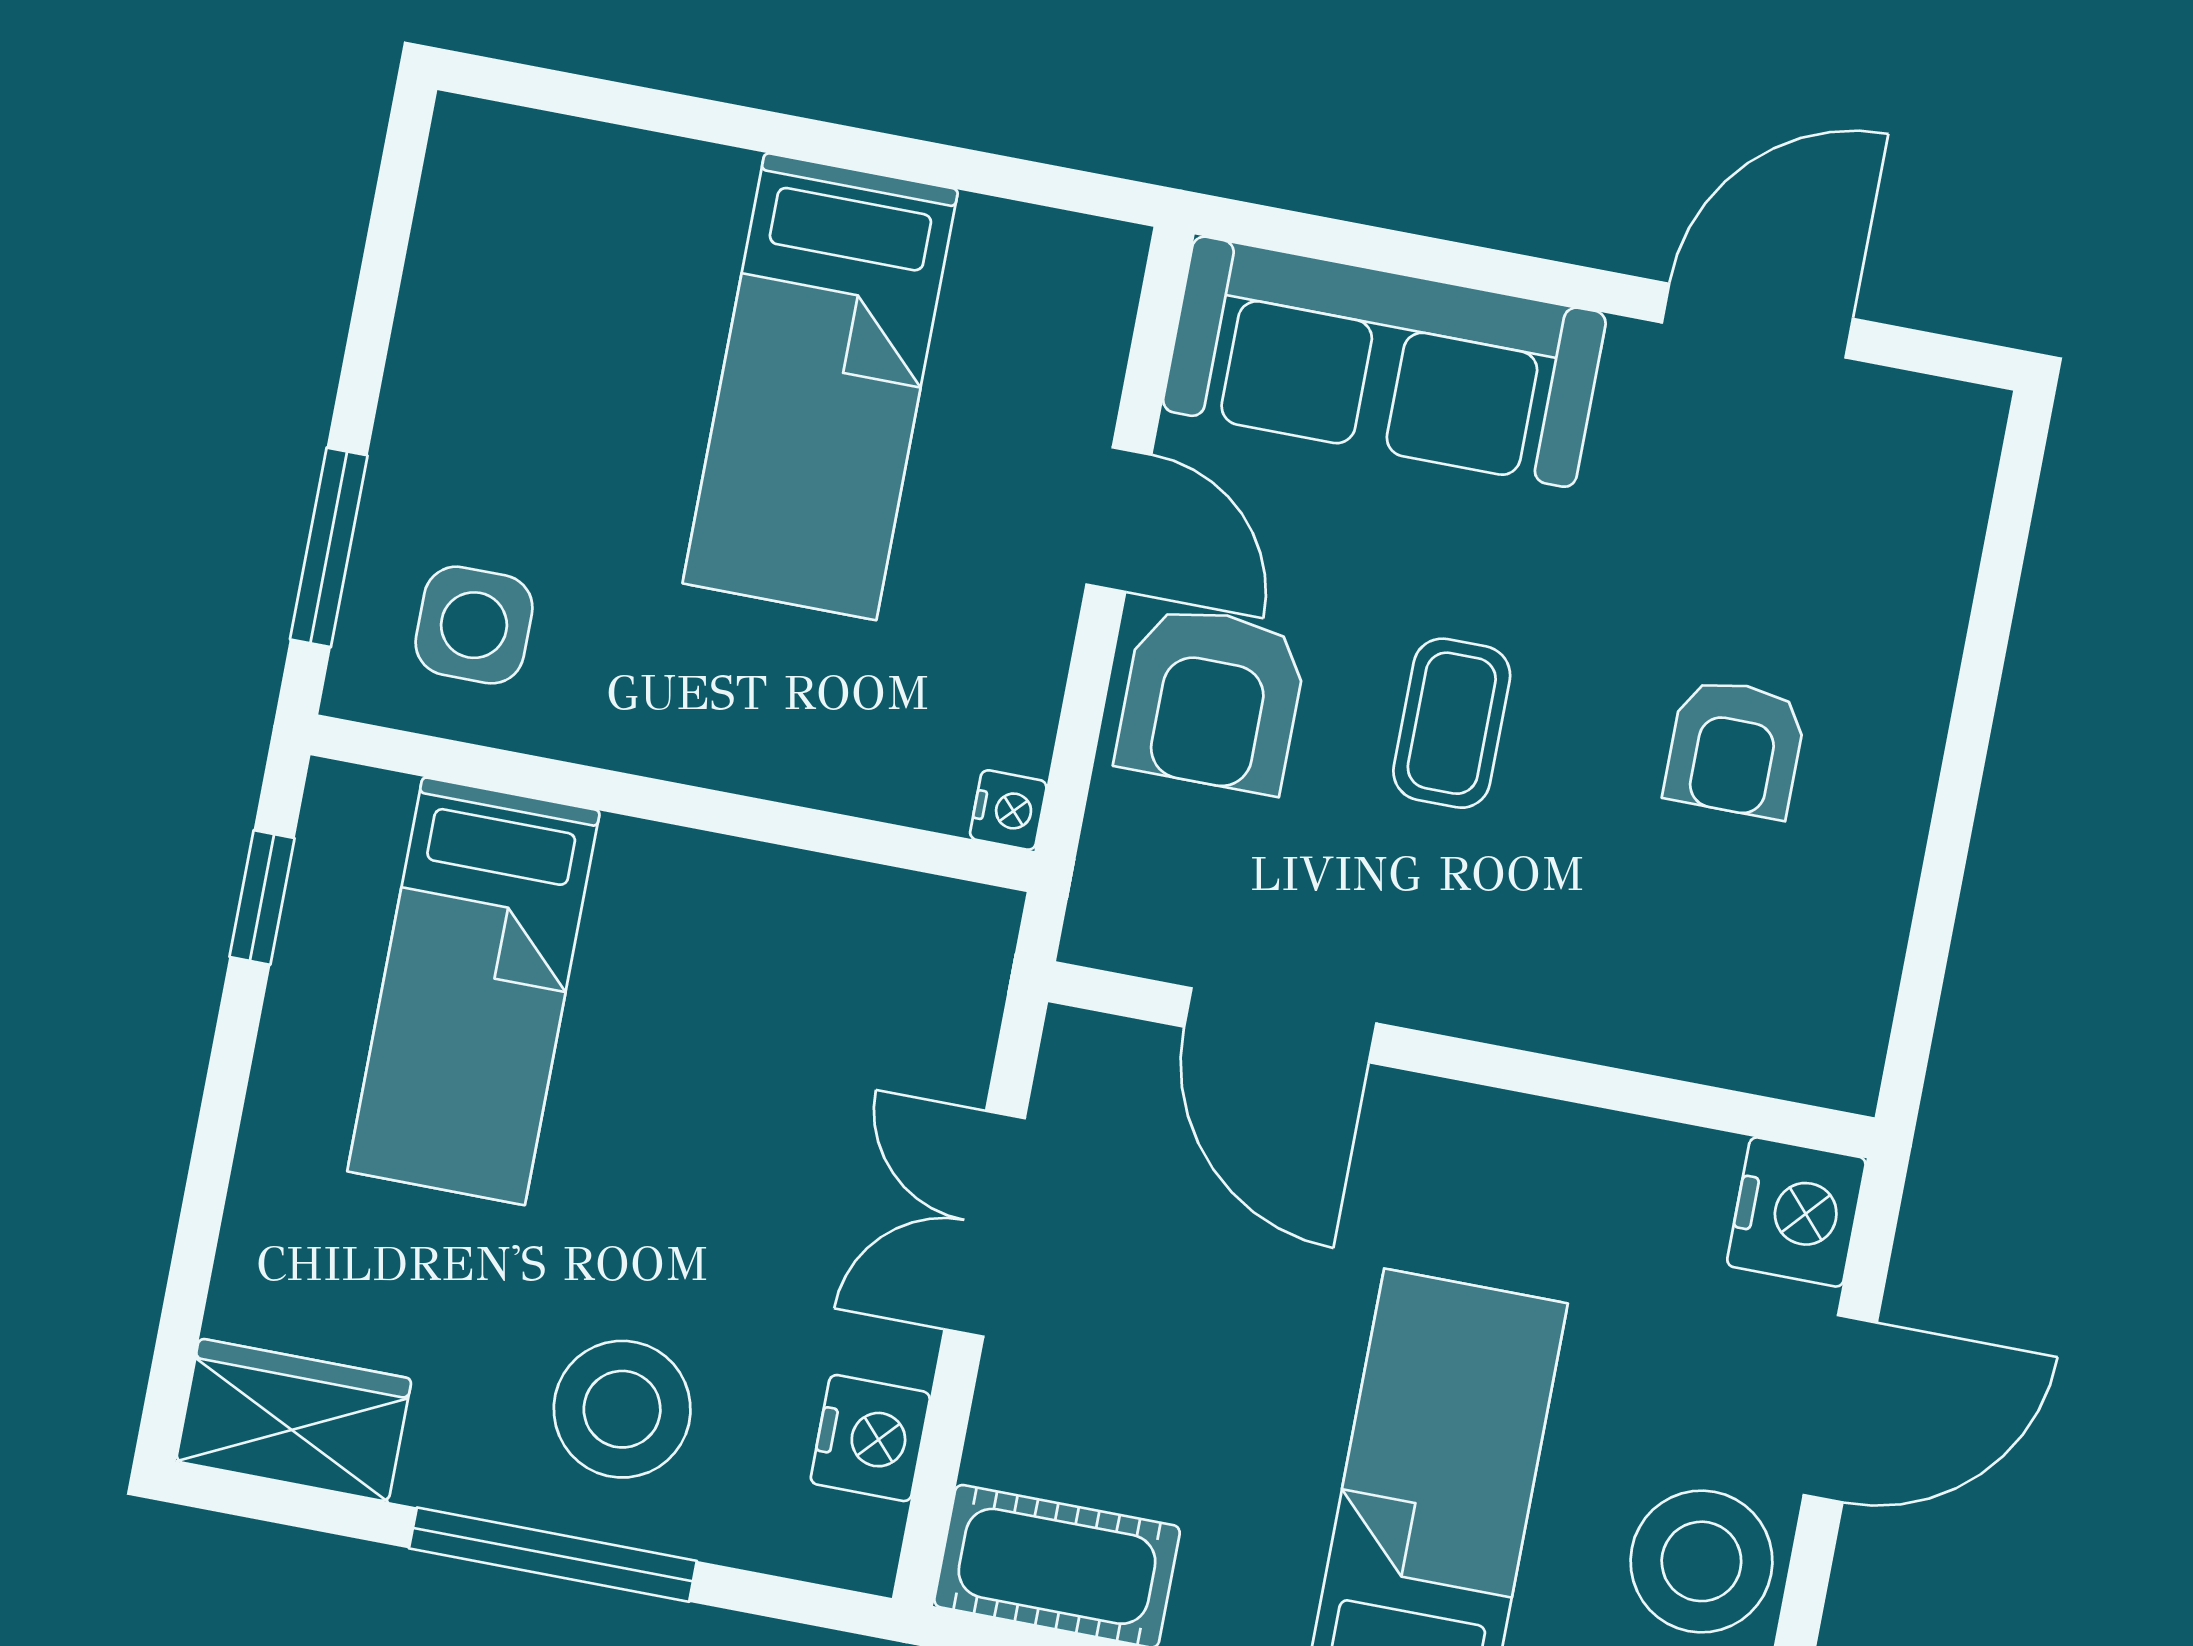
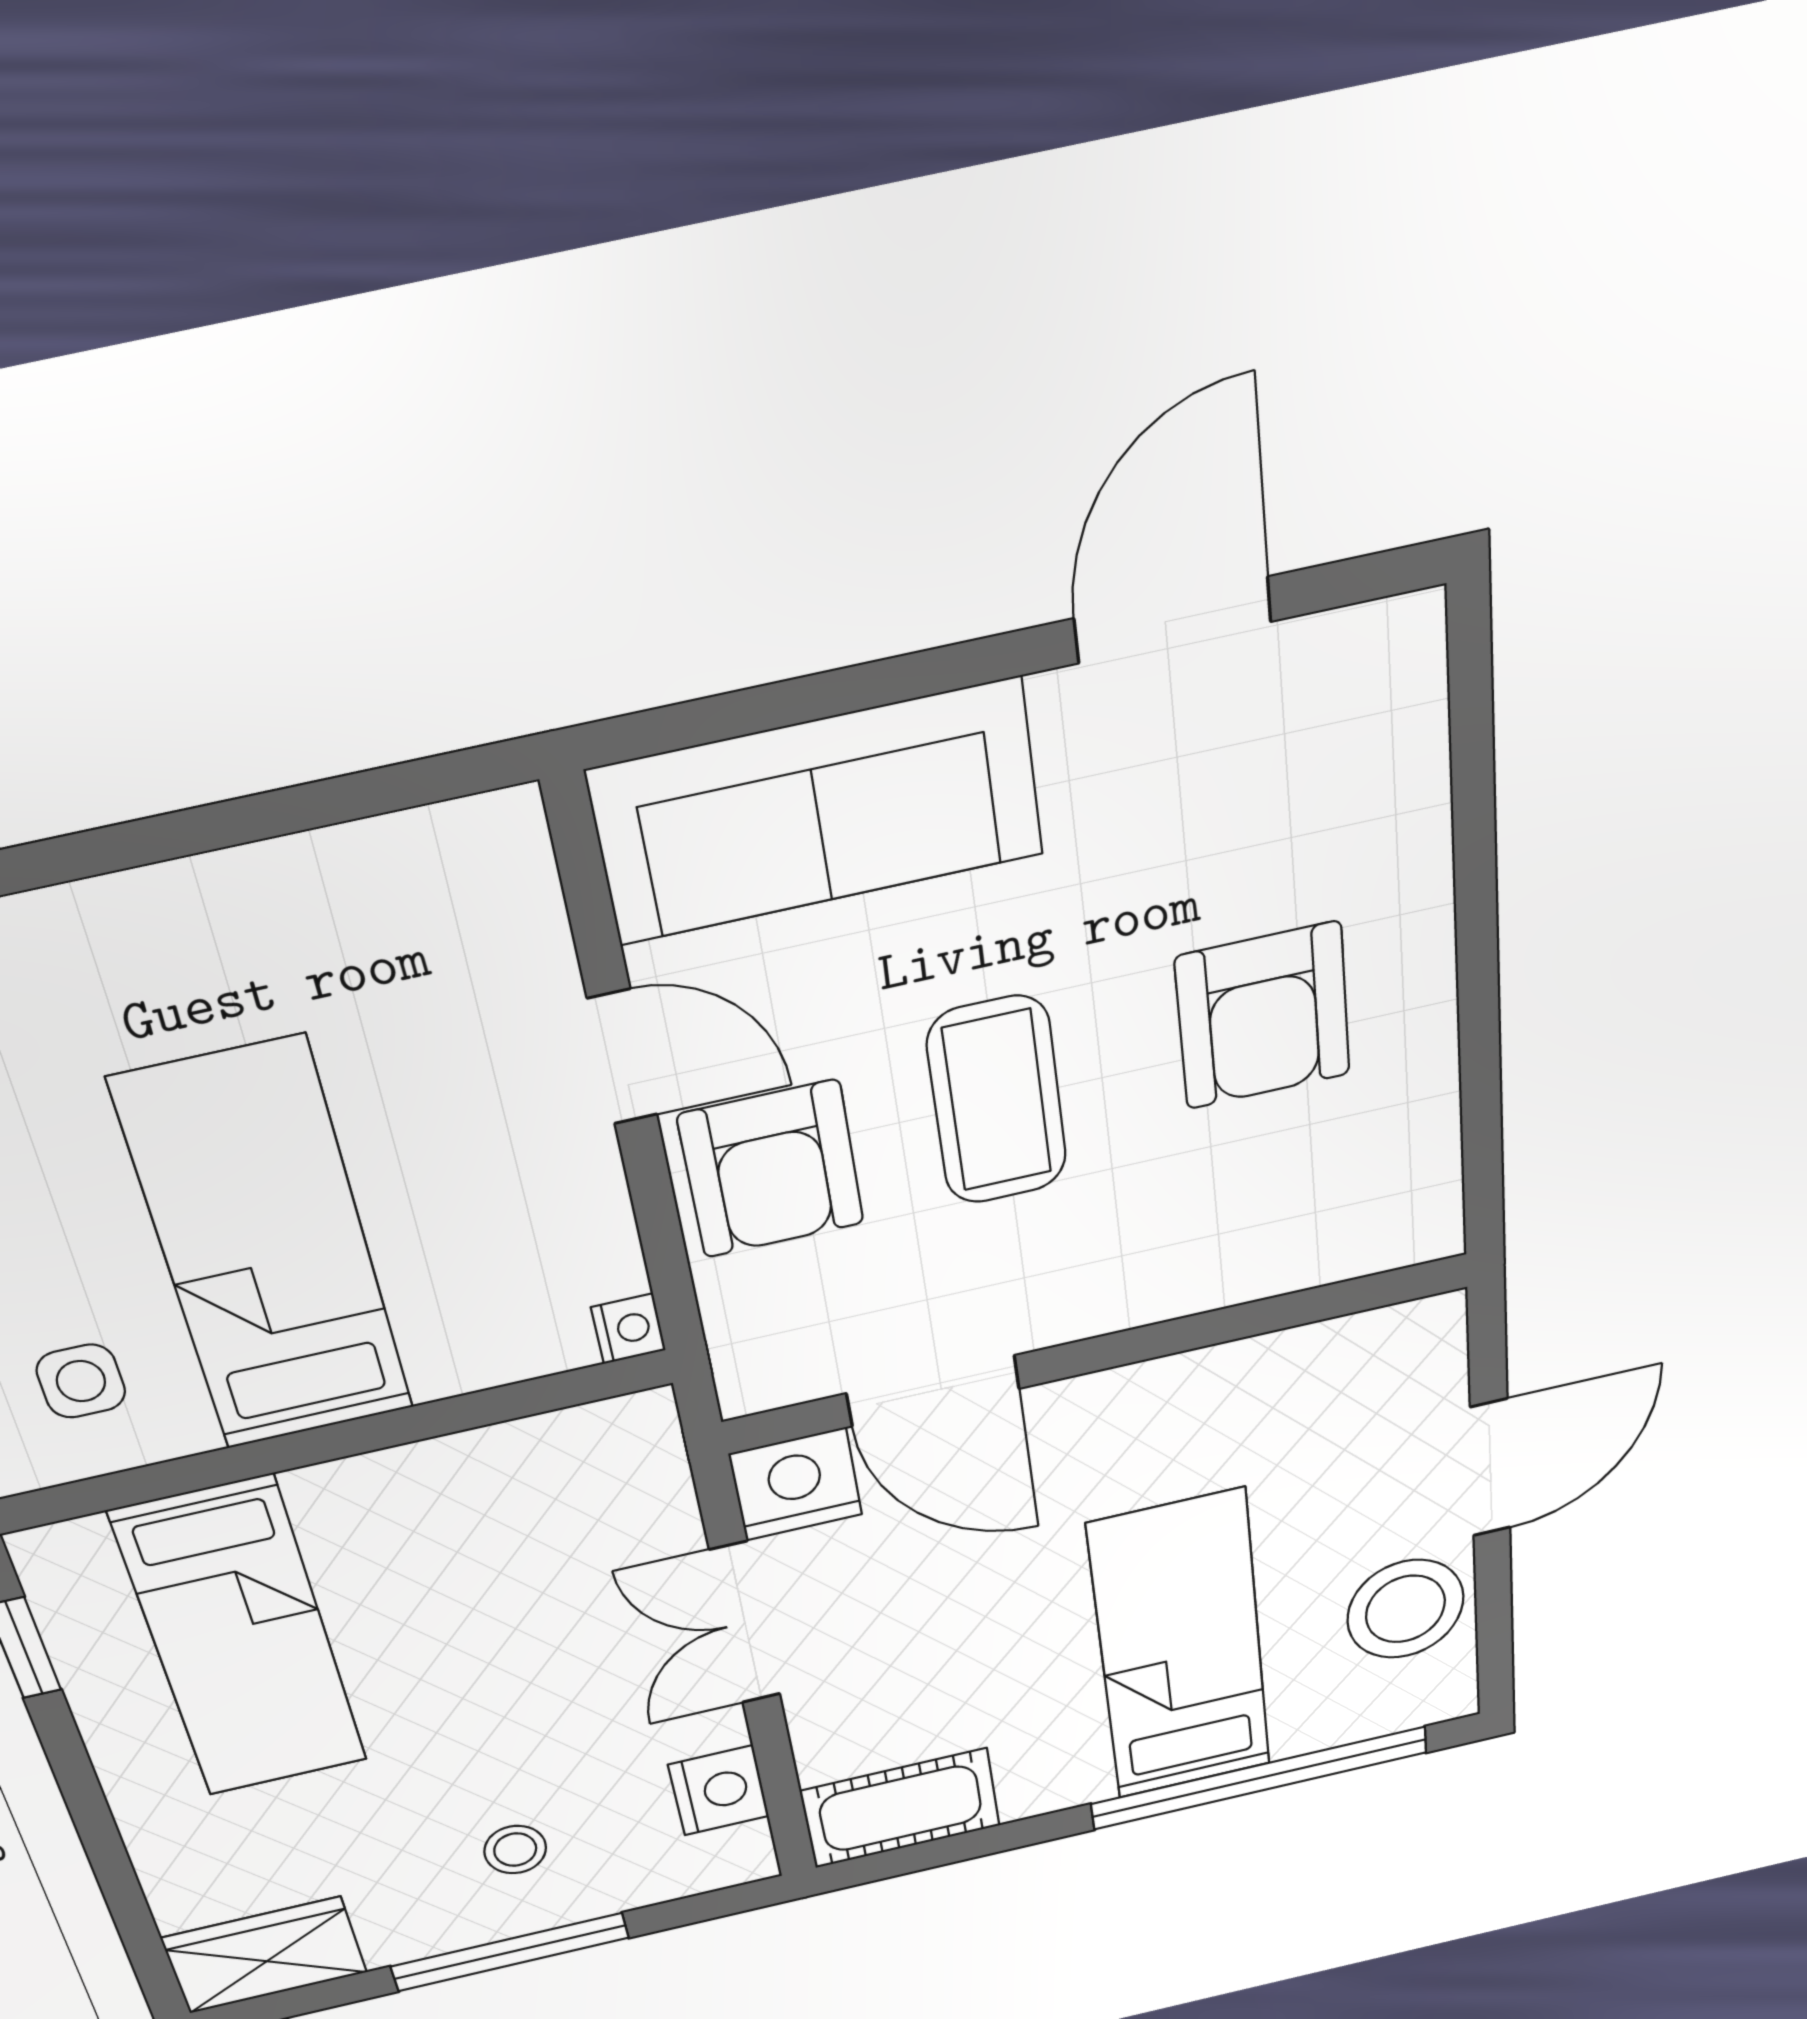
bed: (820, 386) -> (265, 1249), moved, turned 180
side table: (474, 625) -> (81, 1381), width x0.73, depth x0.73
coffee table: (1452, 723) -> (997, 1101), width x1.36, depth x1.30
armchair: (1735, 748) -> (1263, 1016), width x1.38, depth x1.38
nightstand: (1796, 1212) -> (796, 1484), moved, turned -90
stool: (622, 1409) -> (515, 1850), width x0.53, depth x0.53

